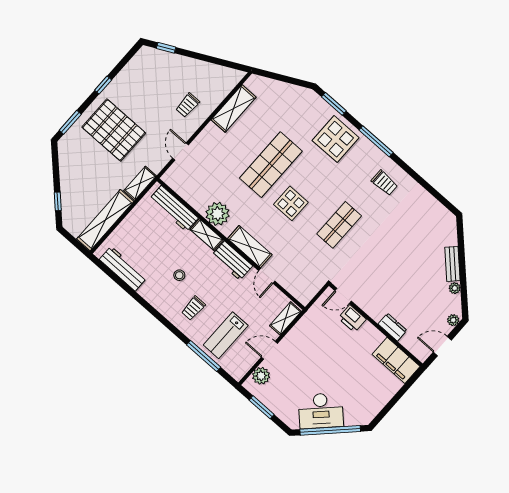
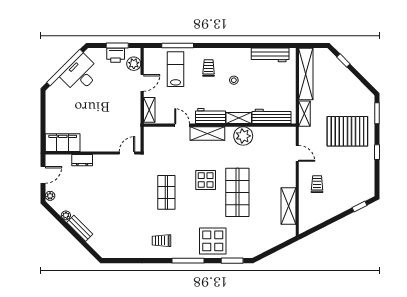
printer: (352, 319) -> (116, 55), moved, turned 180

